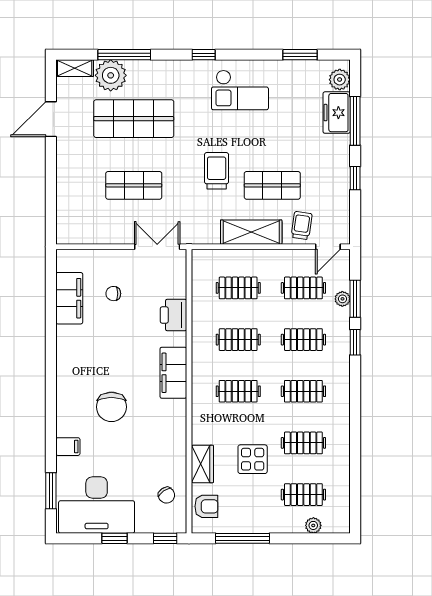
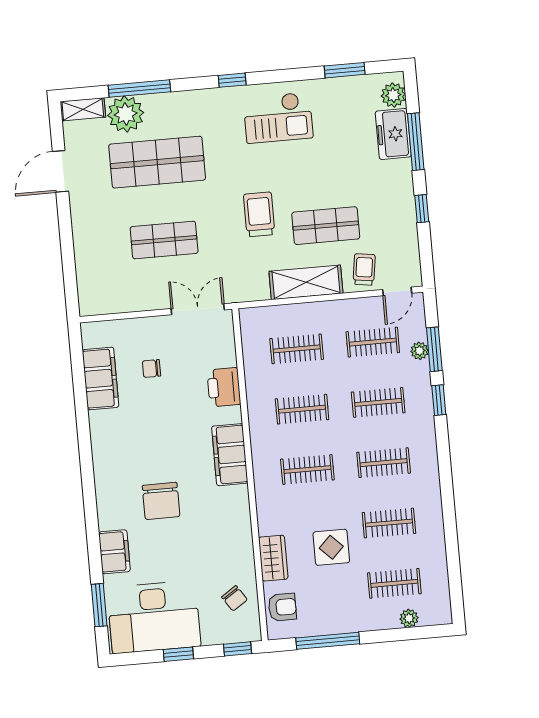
filing cabinet: (68, 447) -> (114, 552), width x2.00

